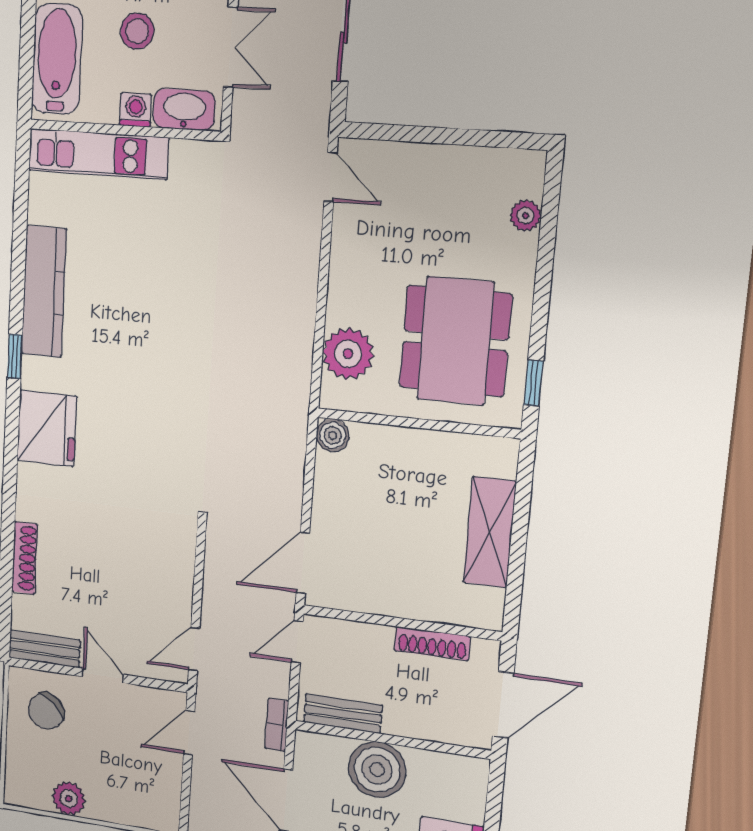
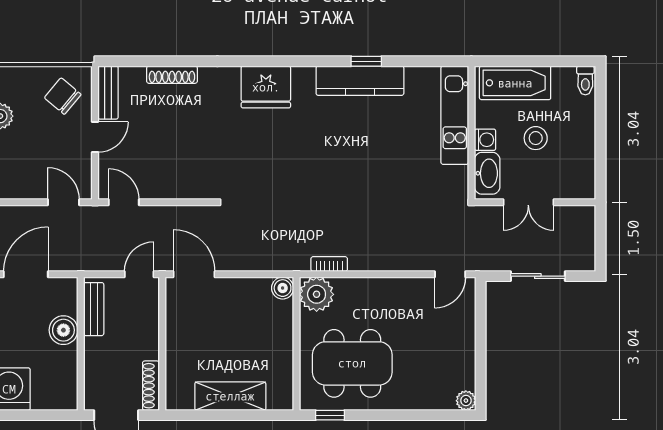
plant: (526, 216) -> (466, 401), moved
plant: (348, 354) -> (317, 294), moved
window: (15, 356) -> (366, 61), moved
door: (297, 642) -> (139, 274), hinge flipped
shoe rack: (432, 643) -> (151, 386), moved
bookcase: (277, 725) -> (329, 264), moved
boiler: (377, 770) -> (63, 330), width x0.73, depth x0.73

